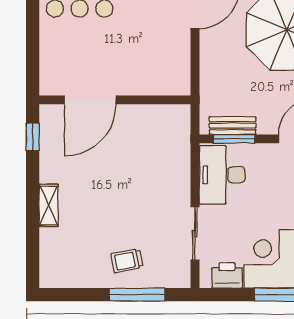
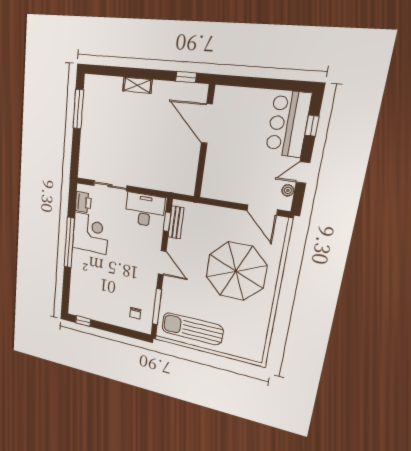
window: (234, 139) -> (167, 222), width x0.67
trolley: (127, 261) -> (97, 137), removed
window: (137, 295) -> (78, 109), moved

